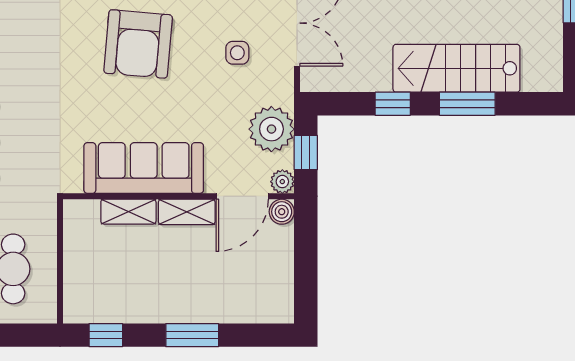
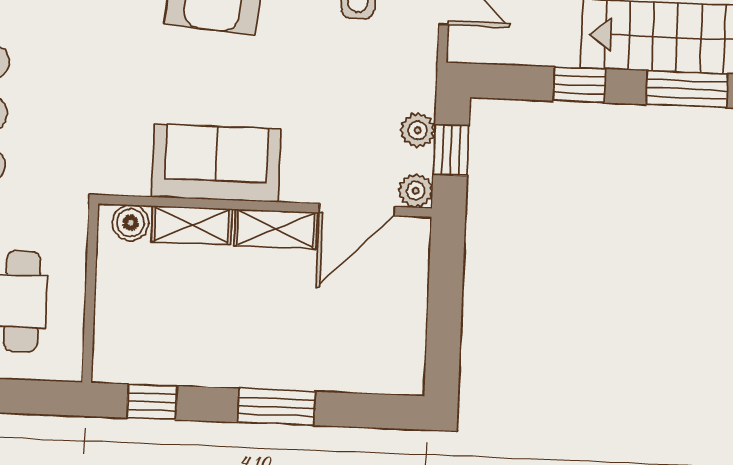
plant: (271, 129) -> (418, 130), width x0.53, depth x0.53
sofa: (144, 168) -> (216, 163), width x0.73
boiler: (282, 212) -> (131, 223), moved

